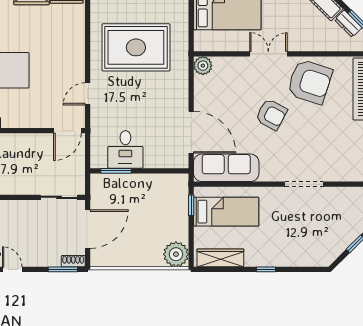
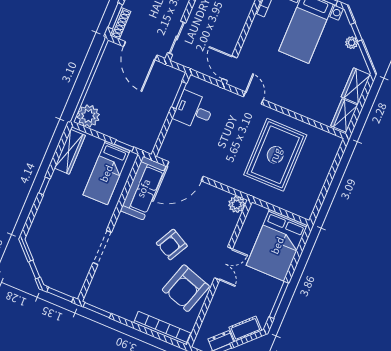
shoe rack: (73, 261) -> (120, 23), width x1.43

